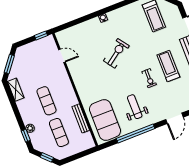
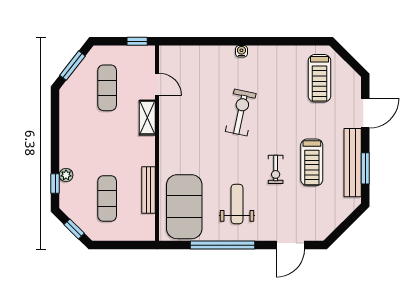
exercise bike: (116, 53) -> (241, 112), turned -42
treadmill: (168, 66) -> (312, 162), turned 180
shelving: (16, 90) -> (147, 118), moved
exercise mat: (47, 101) -> (107, 88), moved

